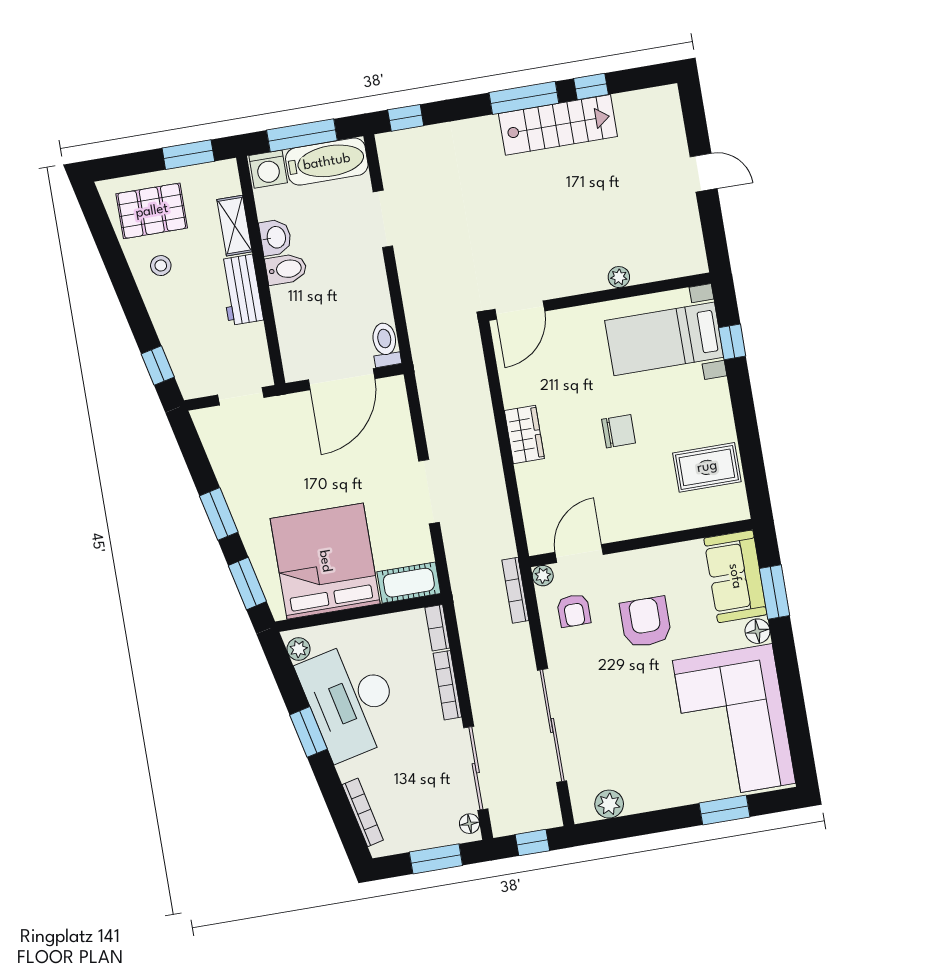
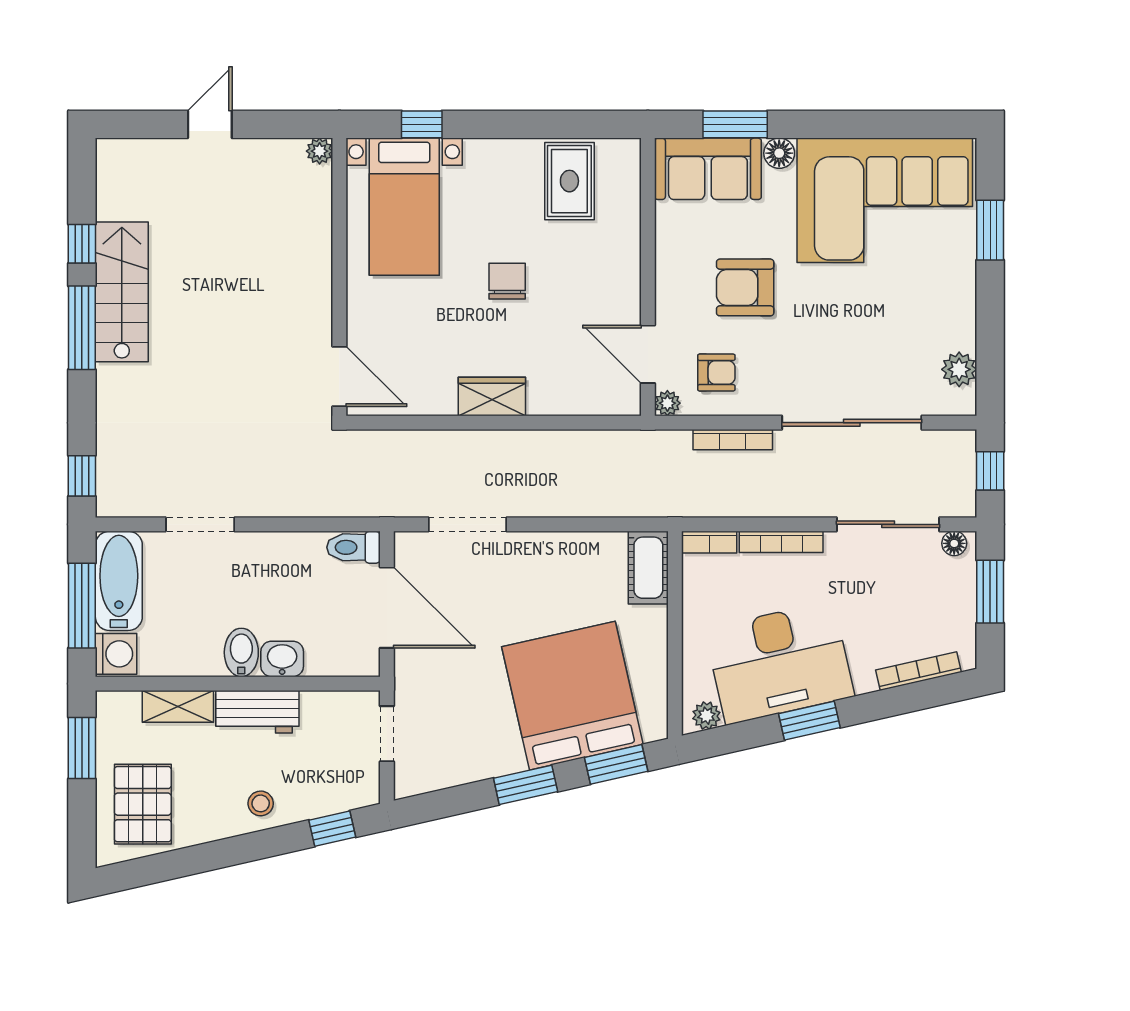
washbasin: (275, 237) -> (282, 659), moved
stool: (161, 266) -> (261, 803), moved
plant: (619, 277) -> (320, 151), moved
doorway: (429, 492) -> (467, 524), moved
bed: (325, 561) -> (572, 696), moved, turned 77
bookcase: (515, 590) -> (733, 440), moved

